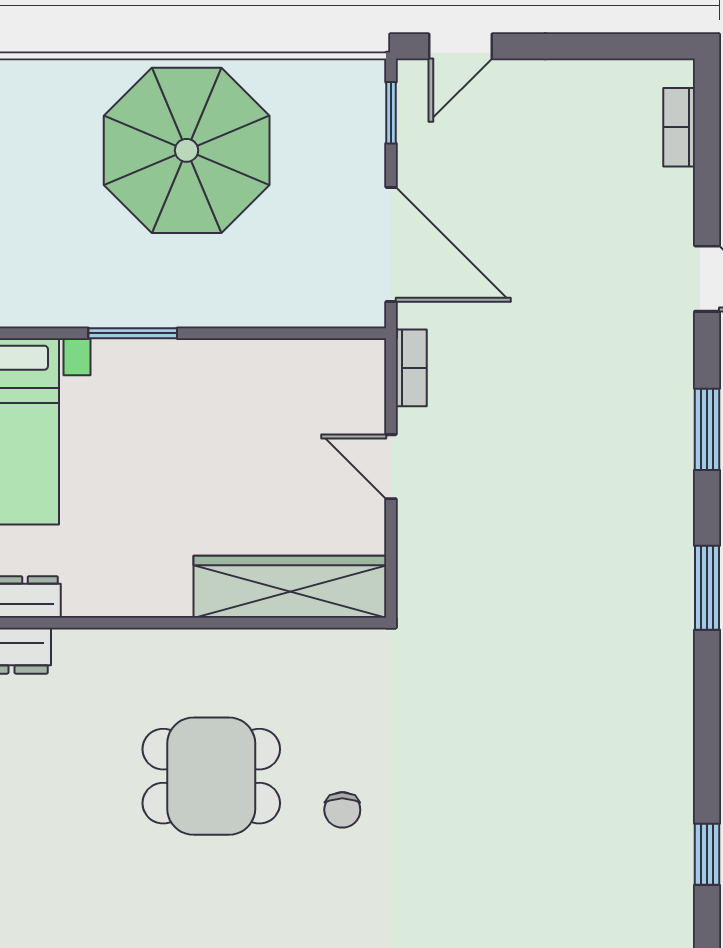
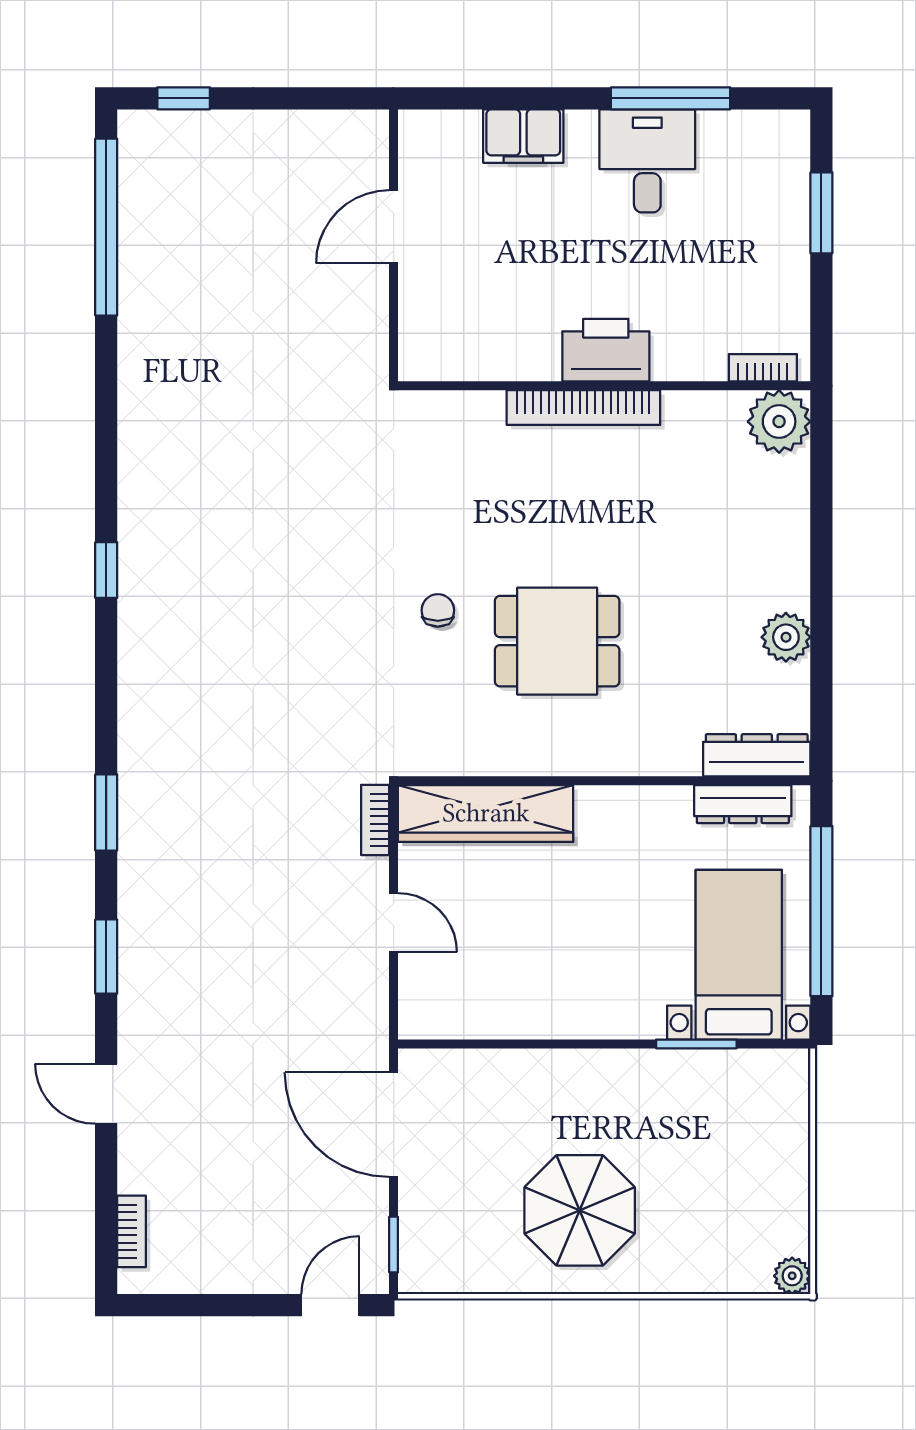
parasol: (187, 150) -> (580, 1210), width x0.73, depth x0.73
window: (133, 333) -> (696, 1044), moved
bookcase: (411, 368) -> (375, 820), moved

